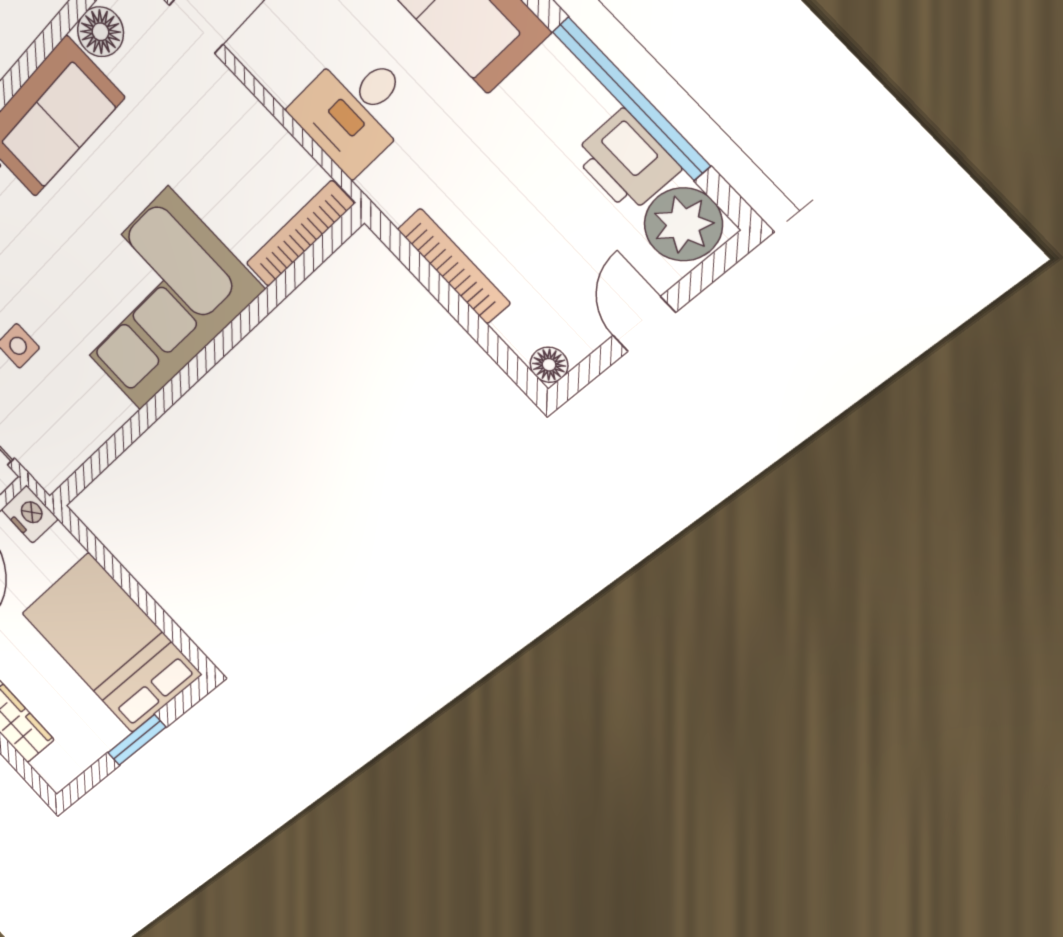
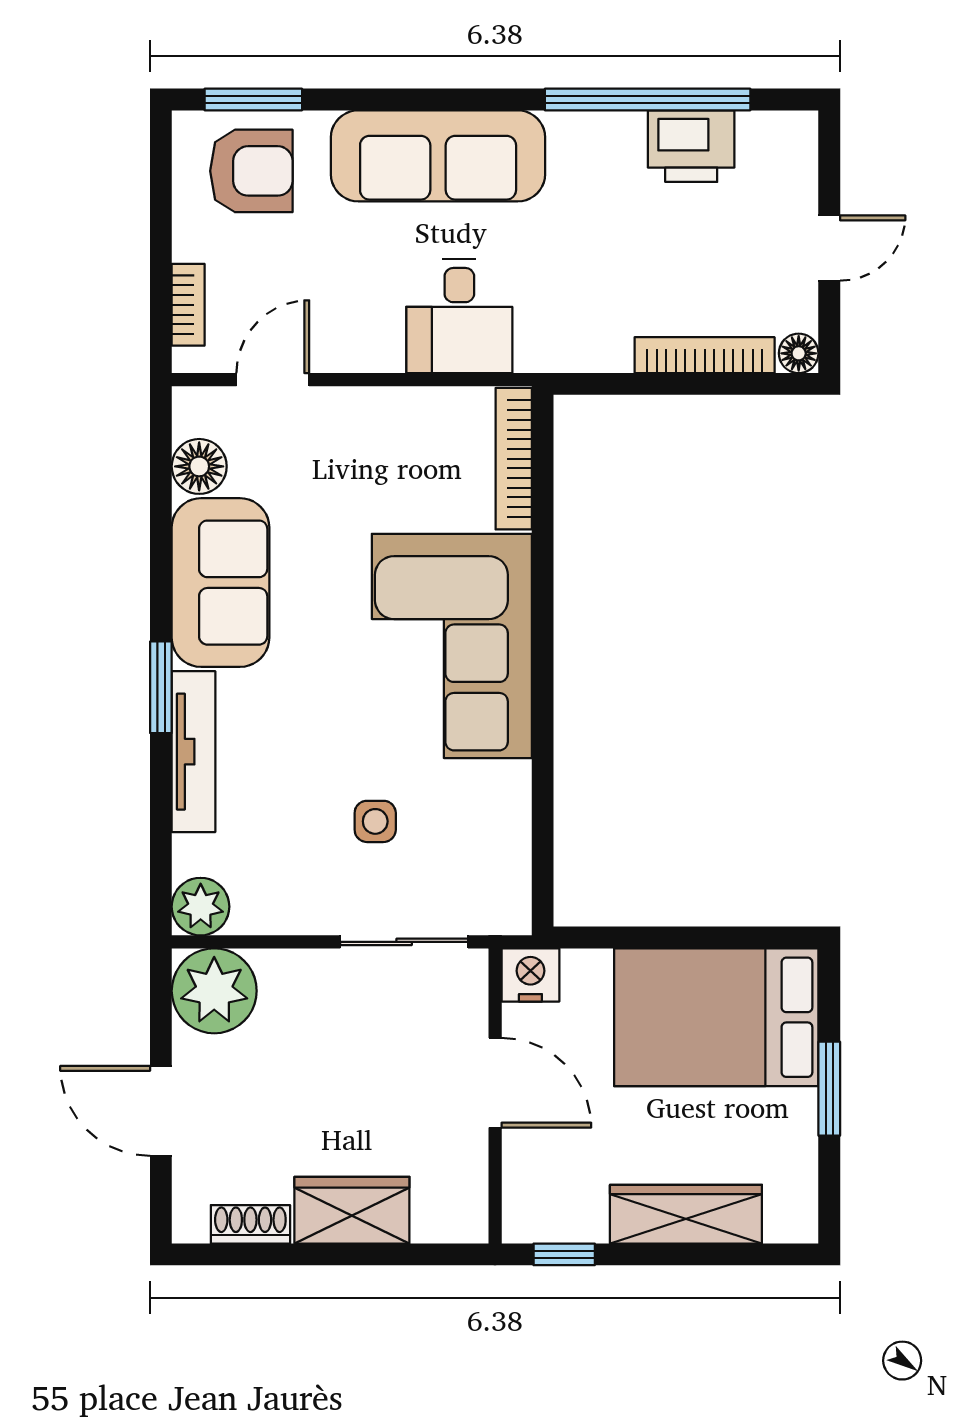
plant: (683, 224) -> (777, 148), removed
bookcase: (454, 266) -> (705, 355), moved
door: (644, 324) -> (829, 248), swing flipped

